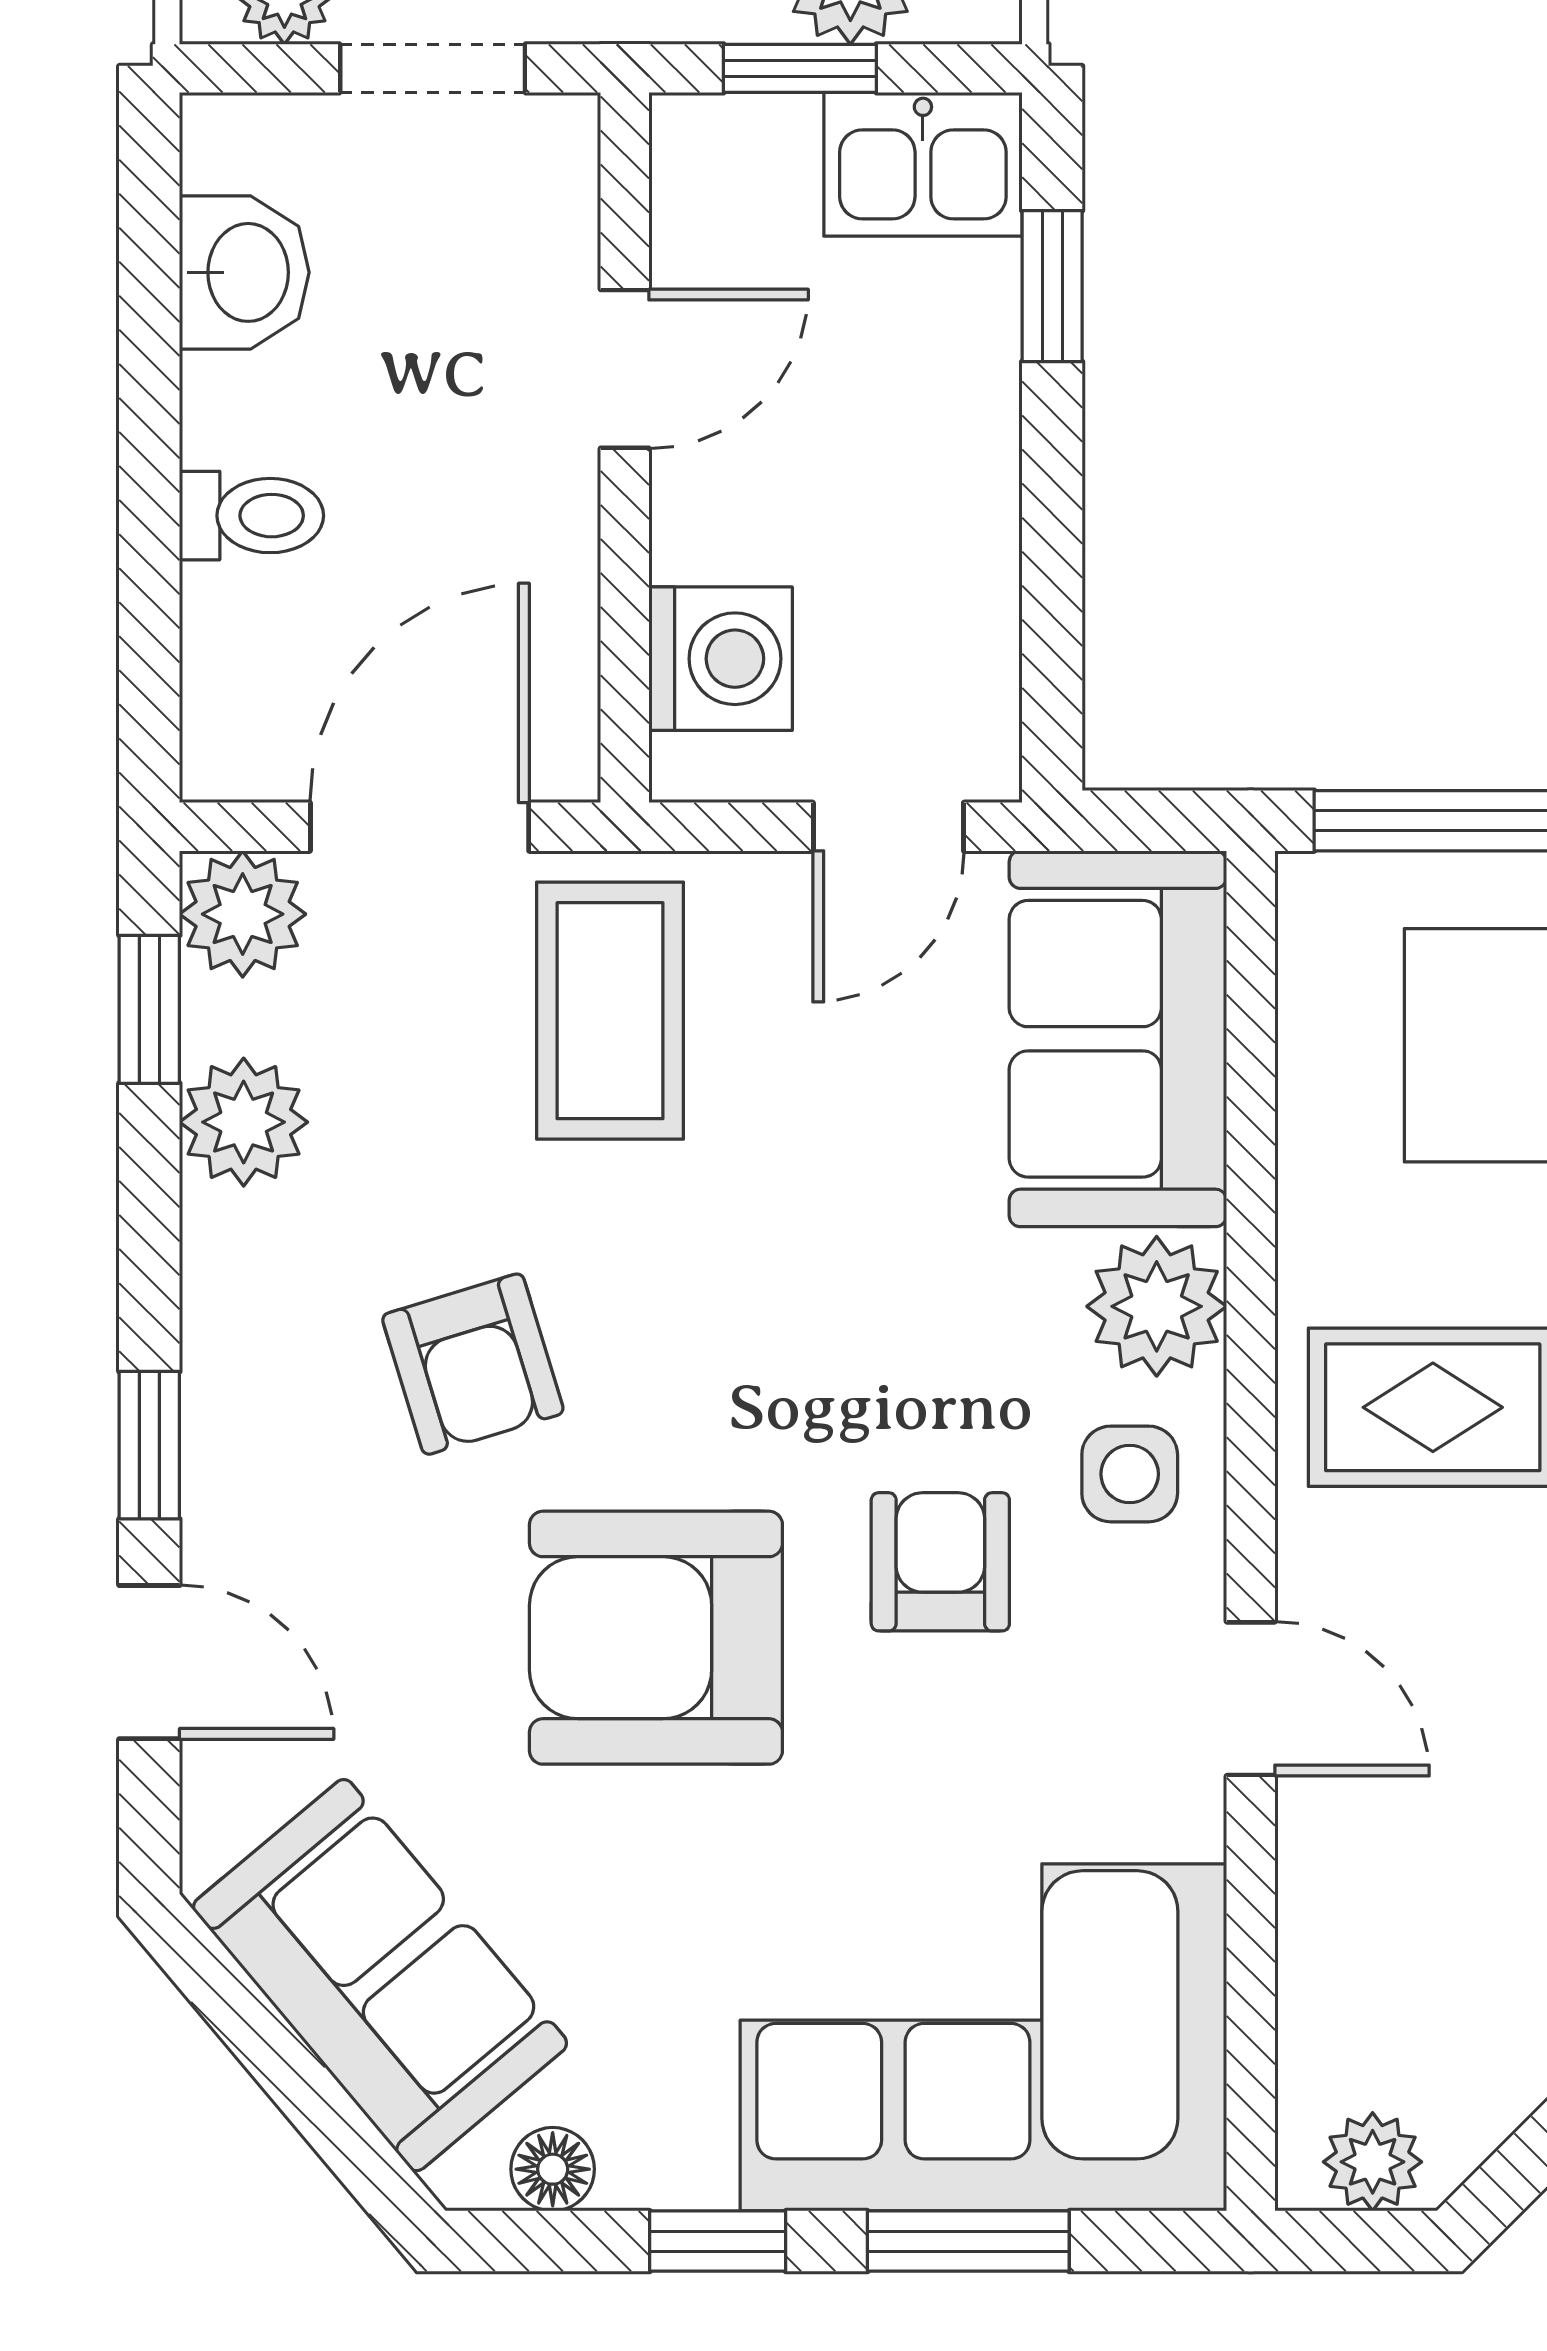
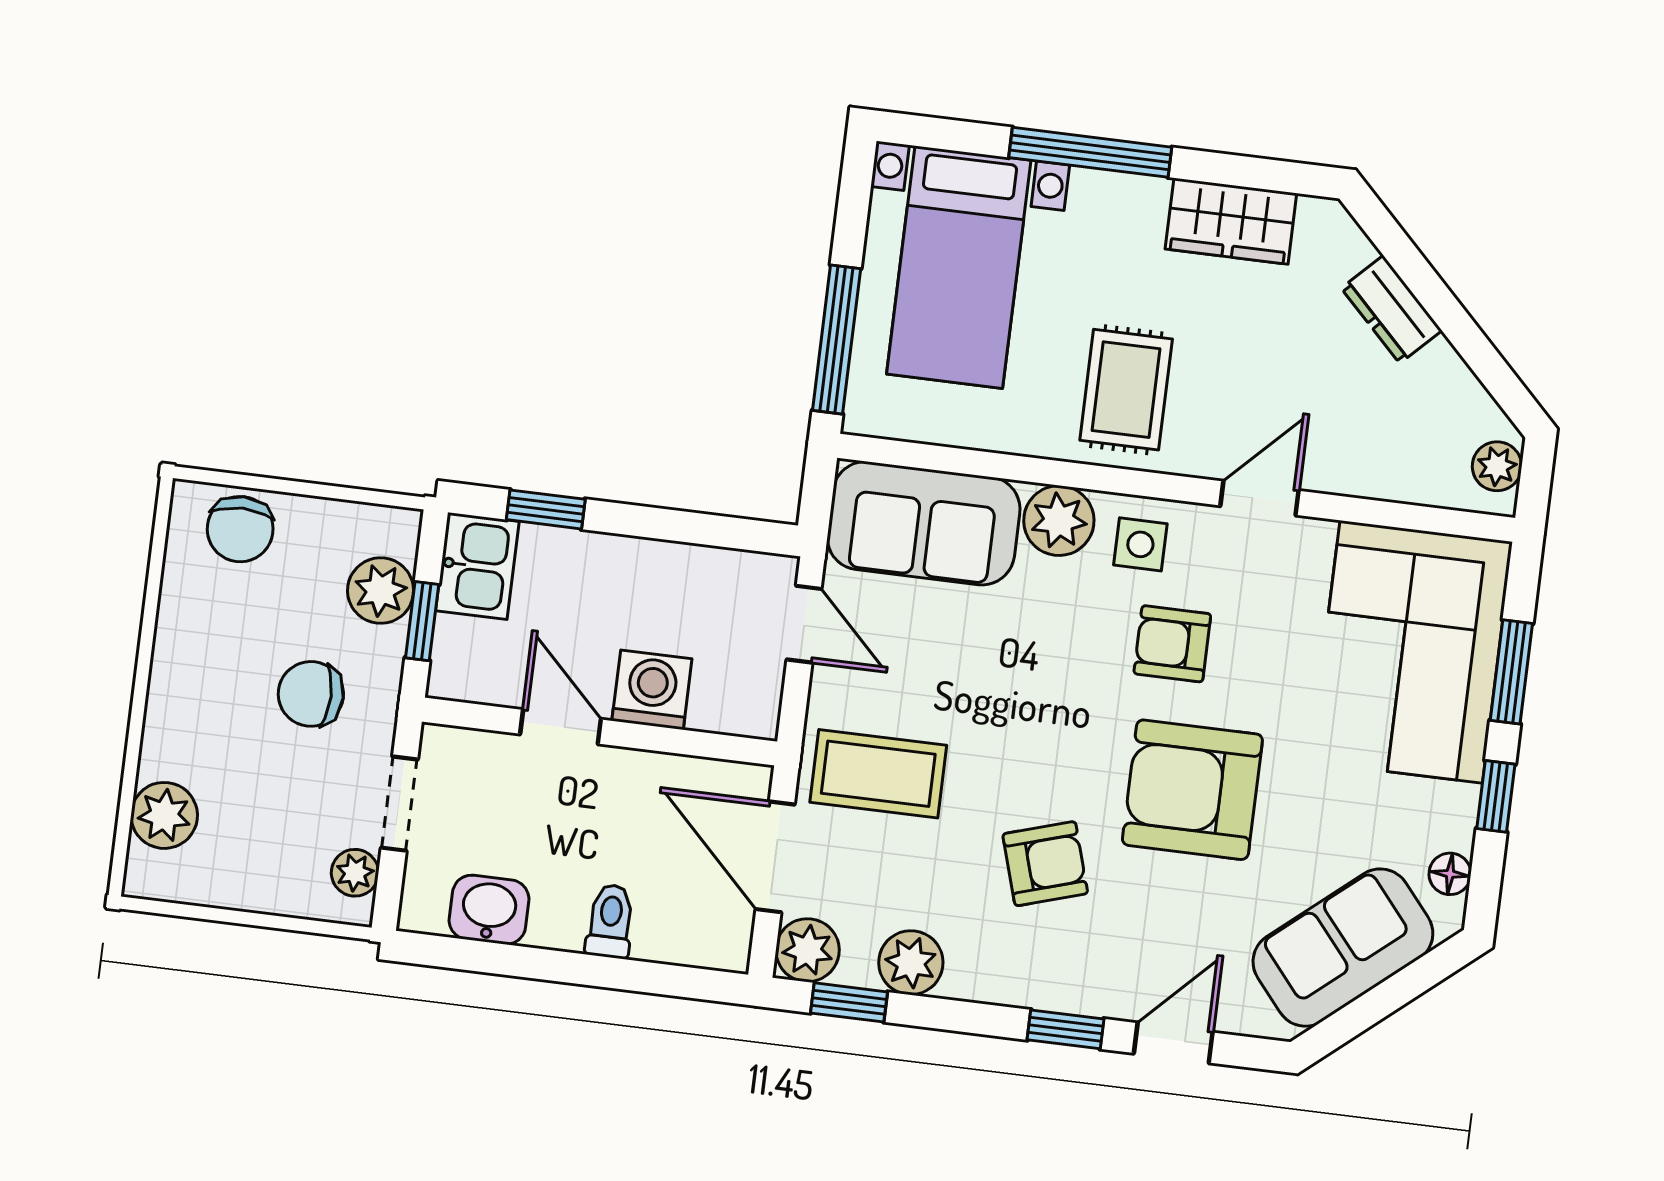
washing machine: (721, 659) -> (652, 690), moved
armchair: (656, 1638) -> (1192, 790), turned 90

